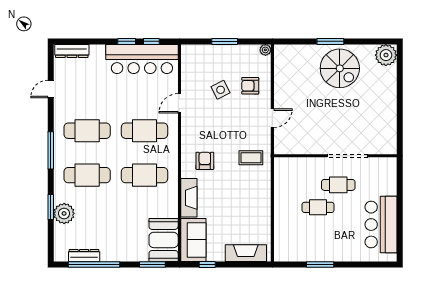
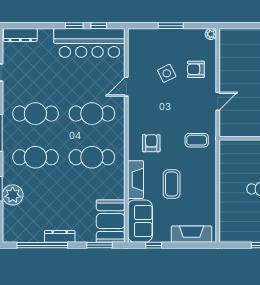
coffee table: (225, 202) -> (172, 184), added
dresser: (84, 256) -> (60, 236), moved

